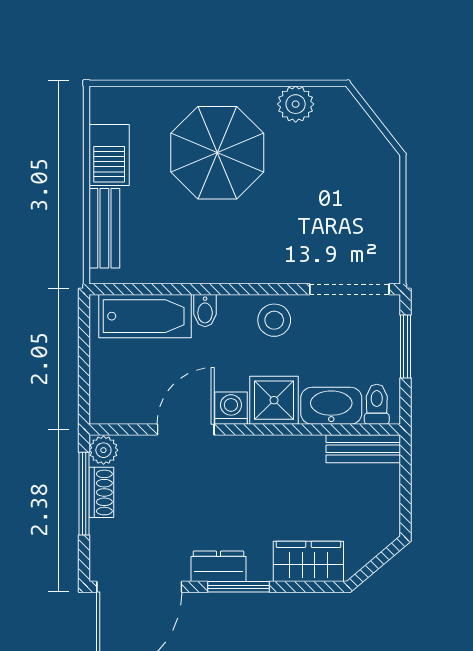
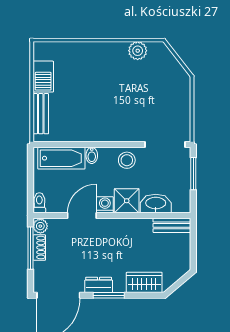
parasol: (217, 153) -> (98, 75), removed
toilet: (377, 404) -> (39, 203), moved

